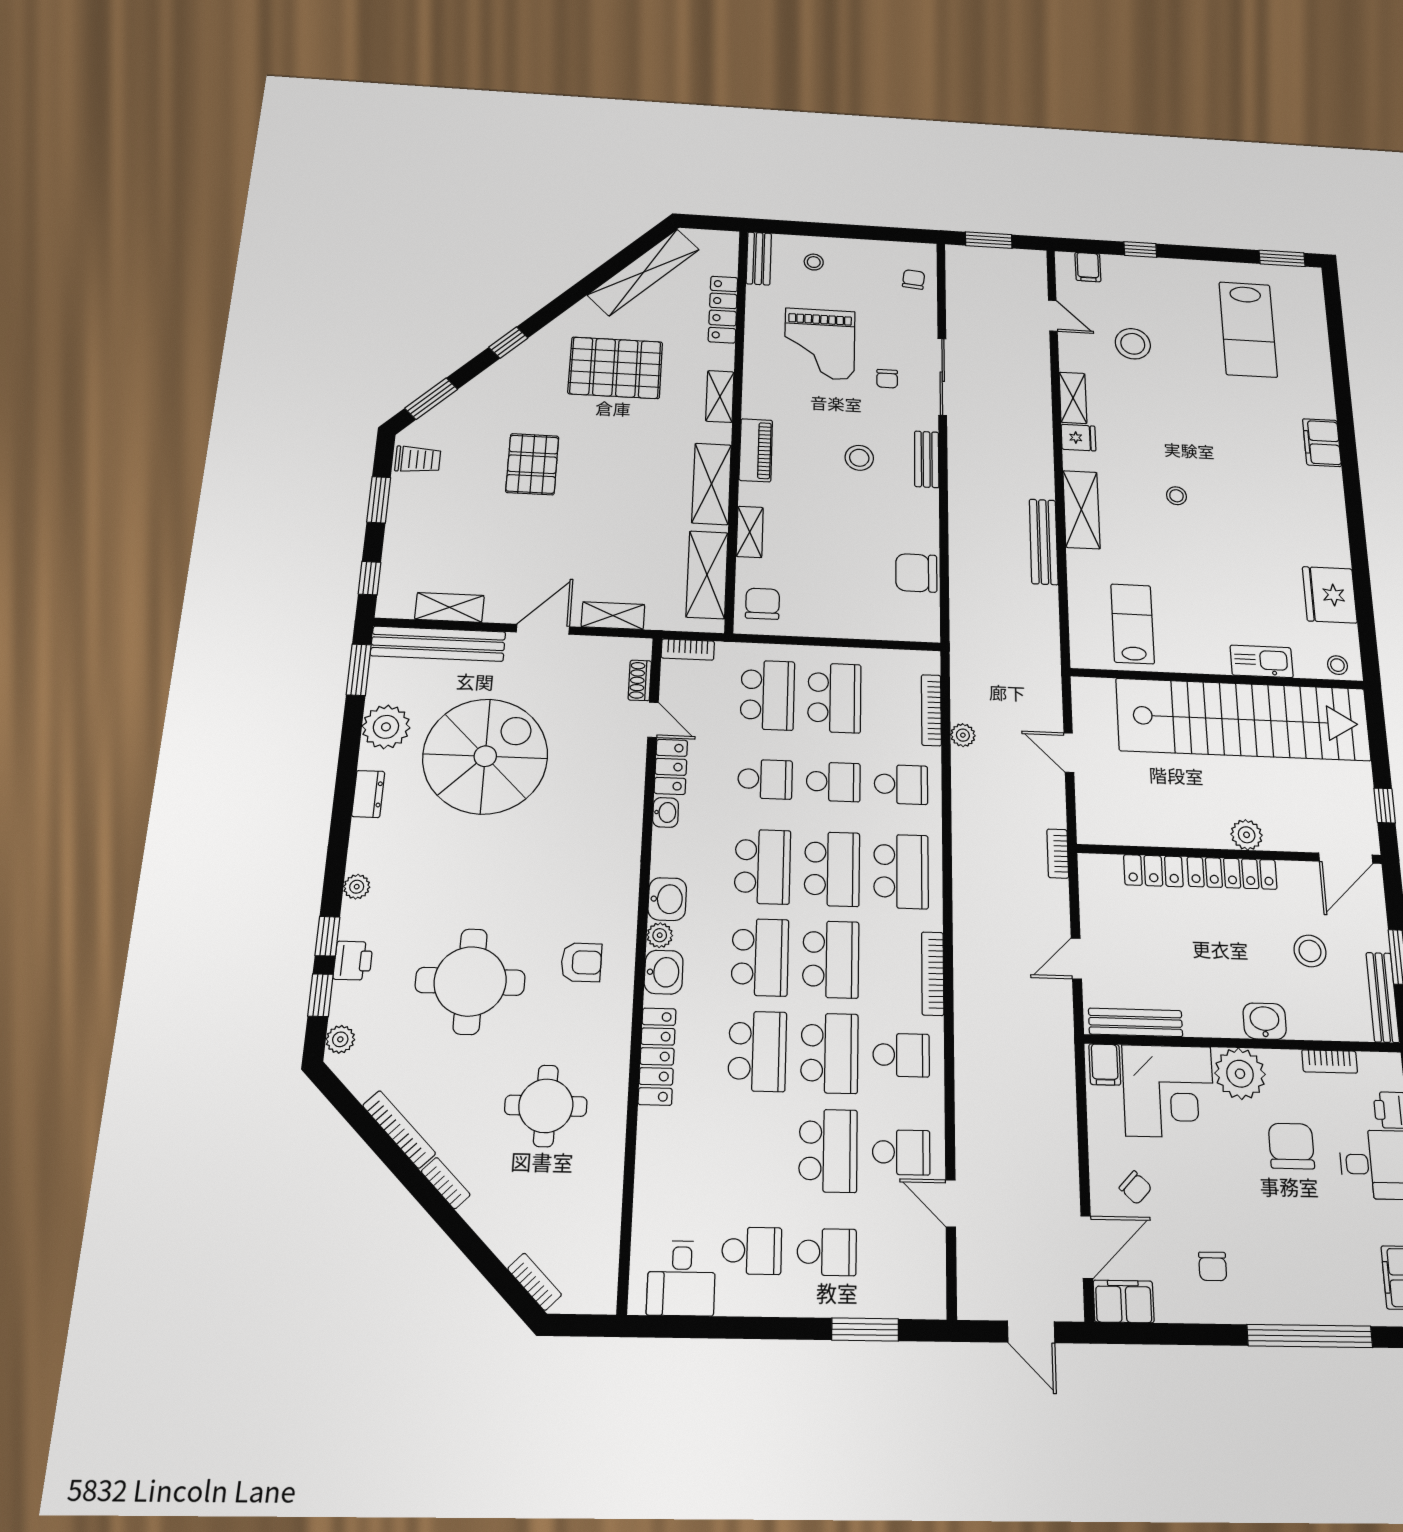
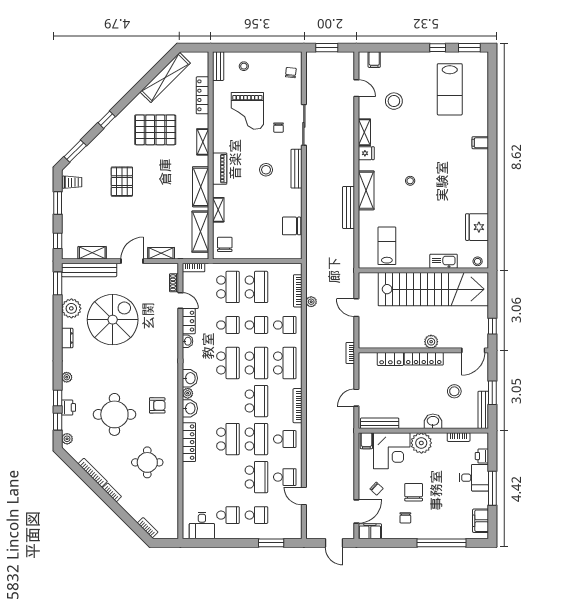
window: (1140, 250) -> (438, 48), moved
filing cabinet: (1322, 443) -> (480, 143), width x0.50
bench: (927, 459) -> (296, 169), width x1.36
school desk: (760, 957) -> (228, 401), removed
chair: (1291, 1146) -> (414, 492), moved

